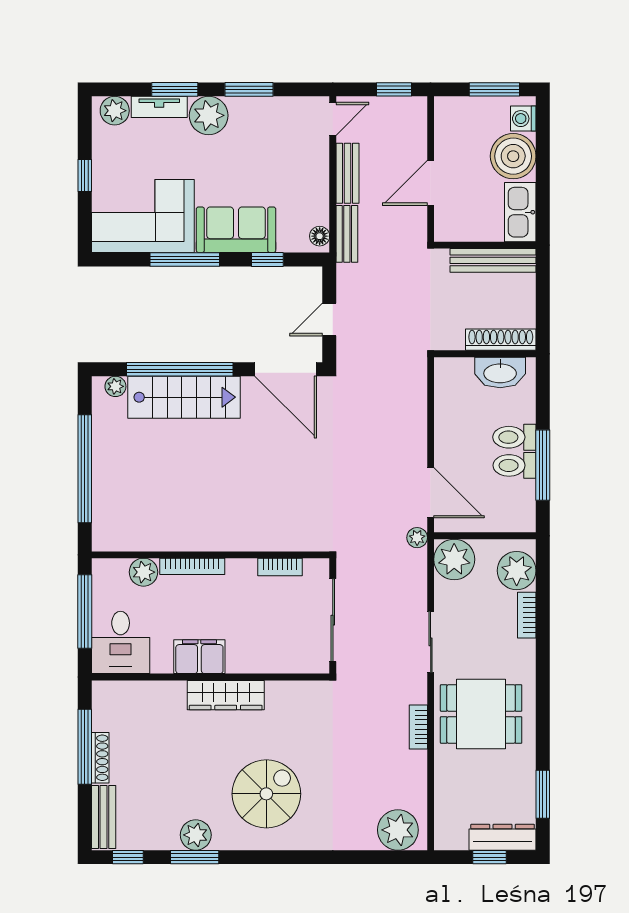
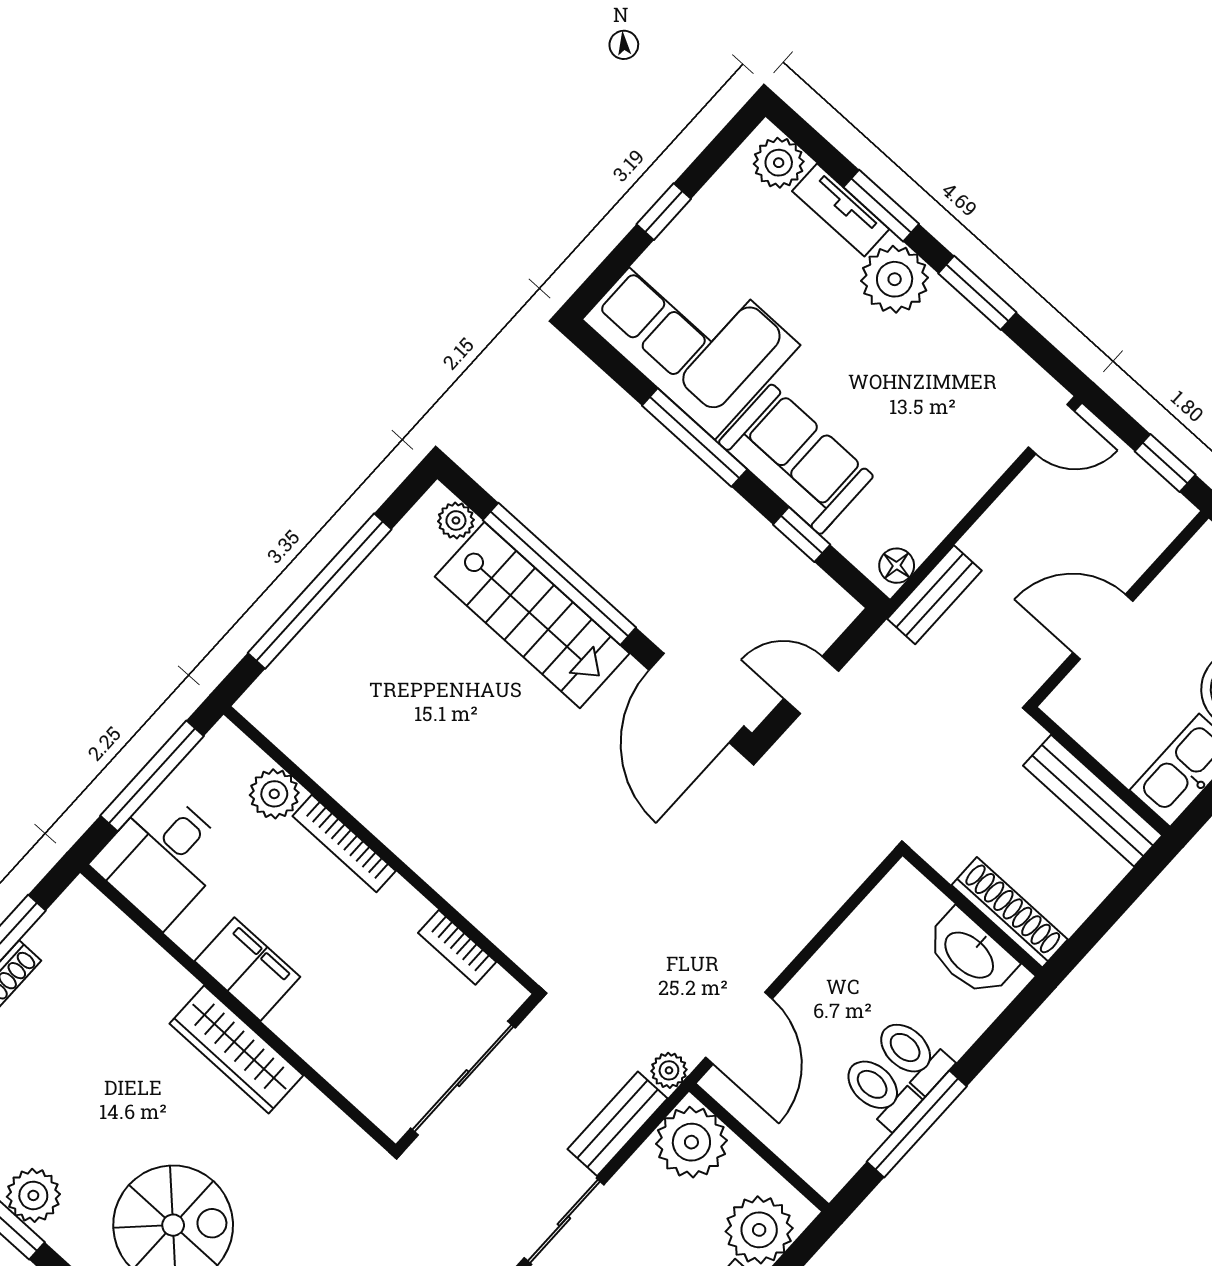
bench: (347, 173) -> (617, 1124), moved

